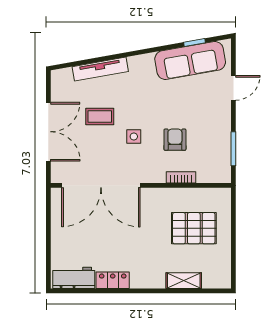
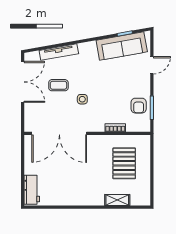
double door: (48, 132) -> (23, 82), moved
armchair: (175, 140) -> (139, 106), moved, turned 180
pallet: (194, 228) -> (124, 163), turned 90
workbench: (74, 278) -> (32, 190), moved, turned 90
locker: (113, 280) -> (68, 200), removed

